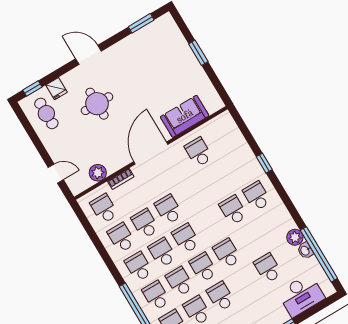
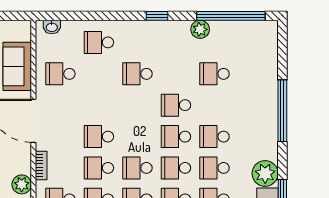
window: (264, 163) -> (157, 16), moved
school desk: (257, 196) -> (99, 42), moved
school desk: (186, 238) -> (137, 137), removed
washbasin: (305, 251) -> (52, 27), moved
desk: (301, 295) -> (260, 57), removed

